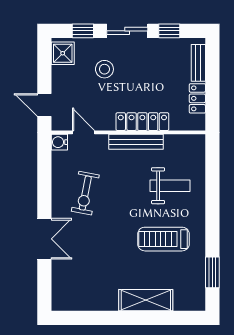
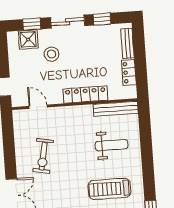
shower: (63, 53) -> (28, 39), moved
water cooler: (59, 142) -> (19, 116), removed
bench: (136, 142) -> (116, 109), moved

